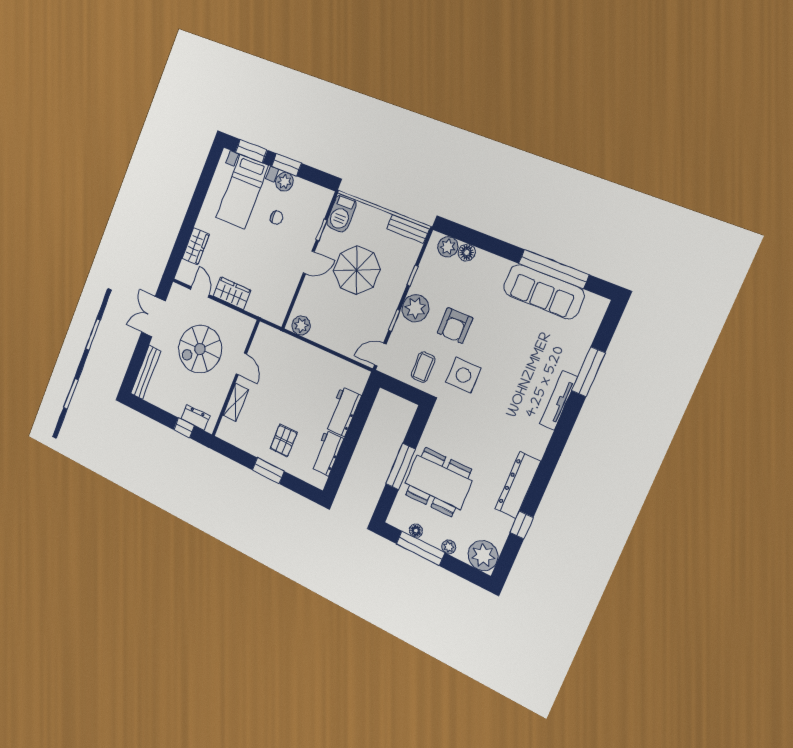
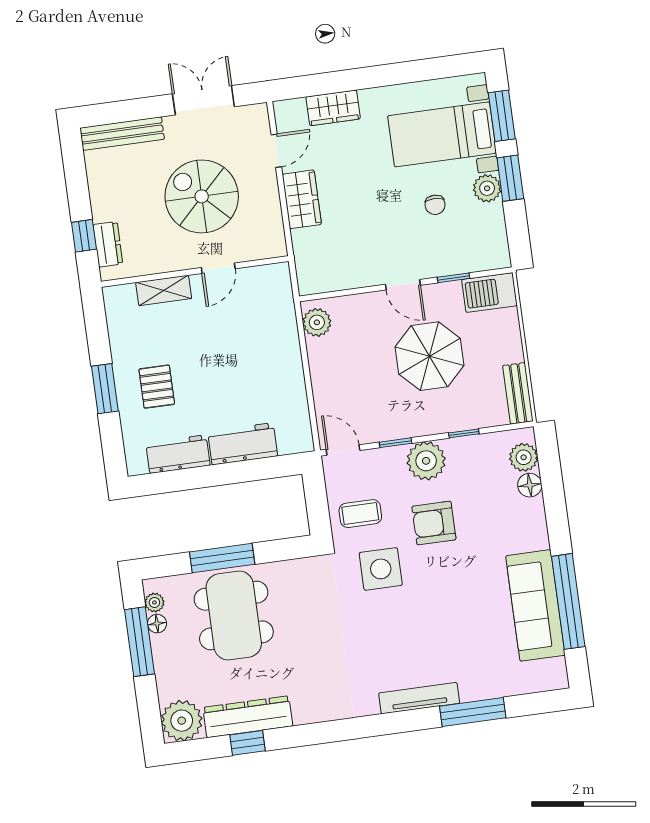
pallet: (284, 441) -> (157, 387), turned 90
dresser: (518, 485) -> (248, 717), moved
plant: (449, 547) -> (154, 602), moved

